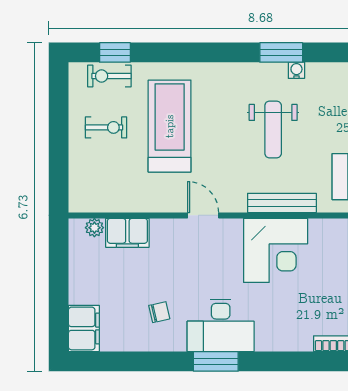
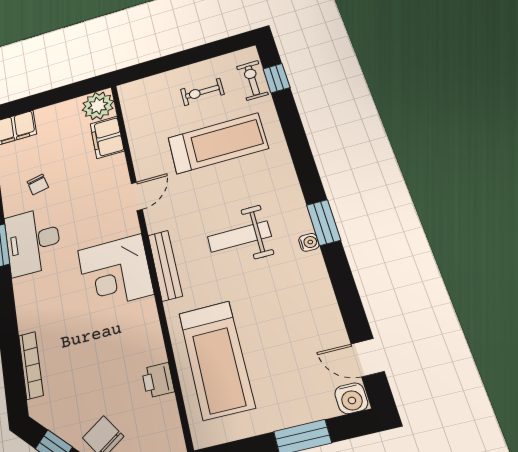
exercise bike: (106, 127) -> (202, 92), turned 90
plant: (94, 228) -> (98, 106), width x1.87, depth x1.87

